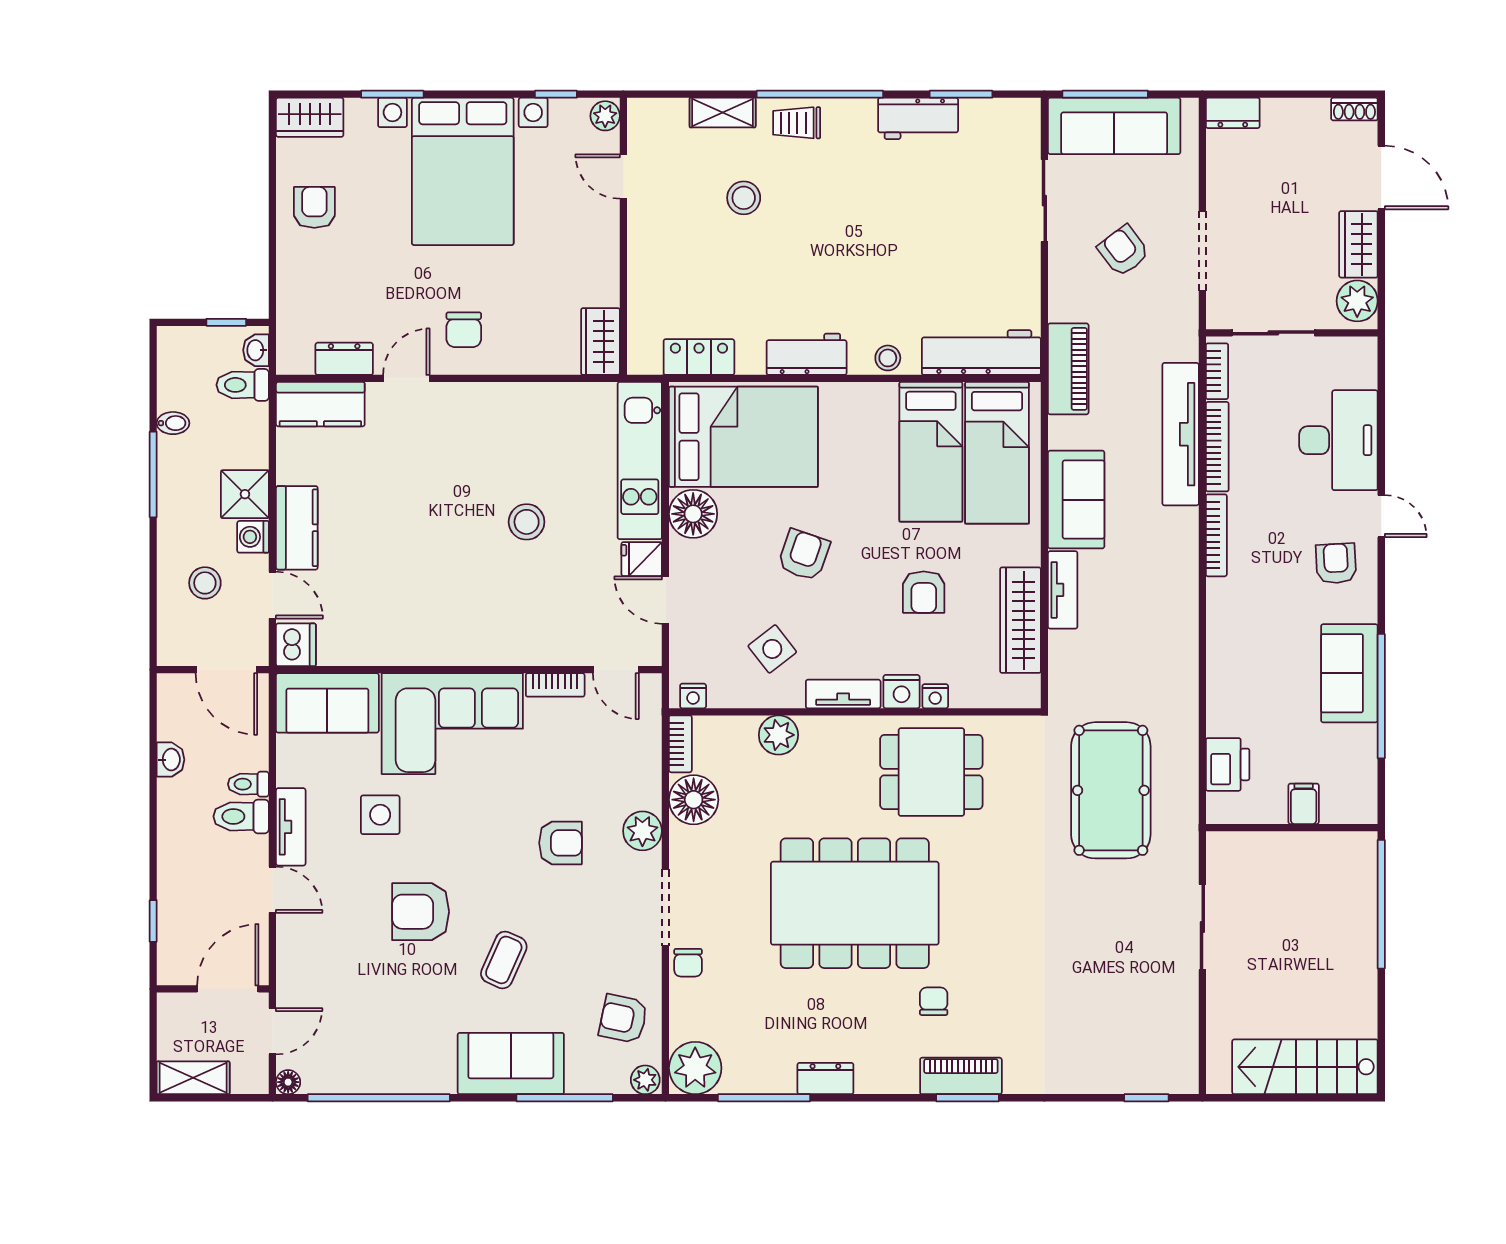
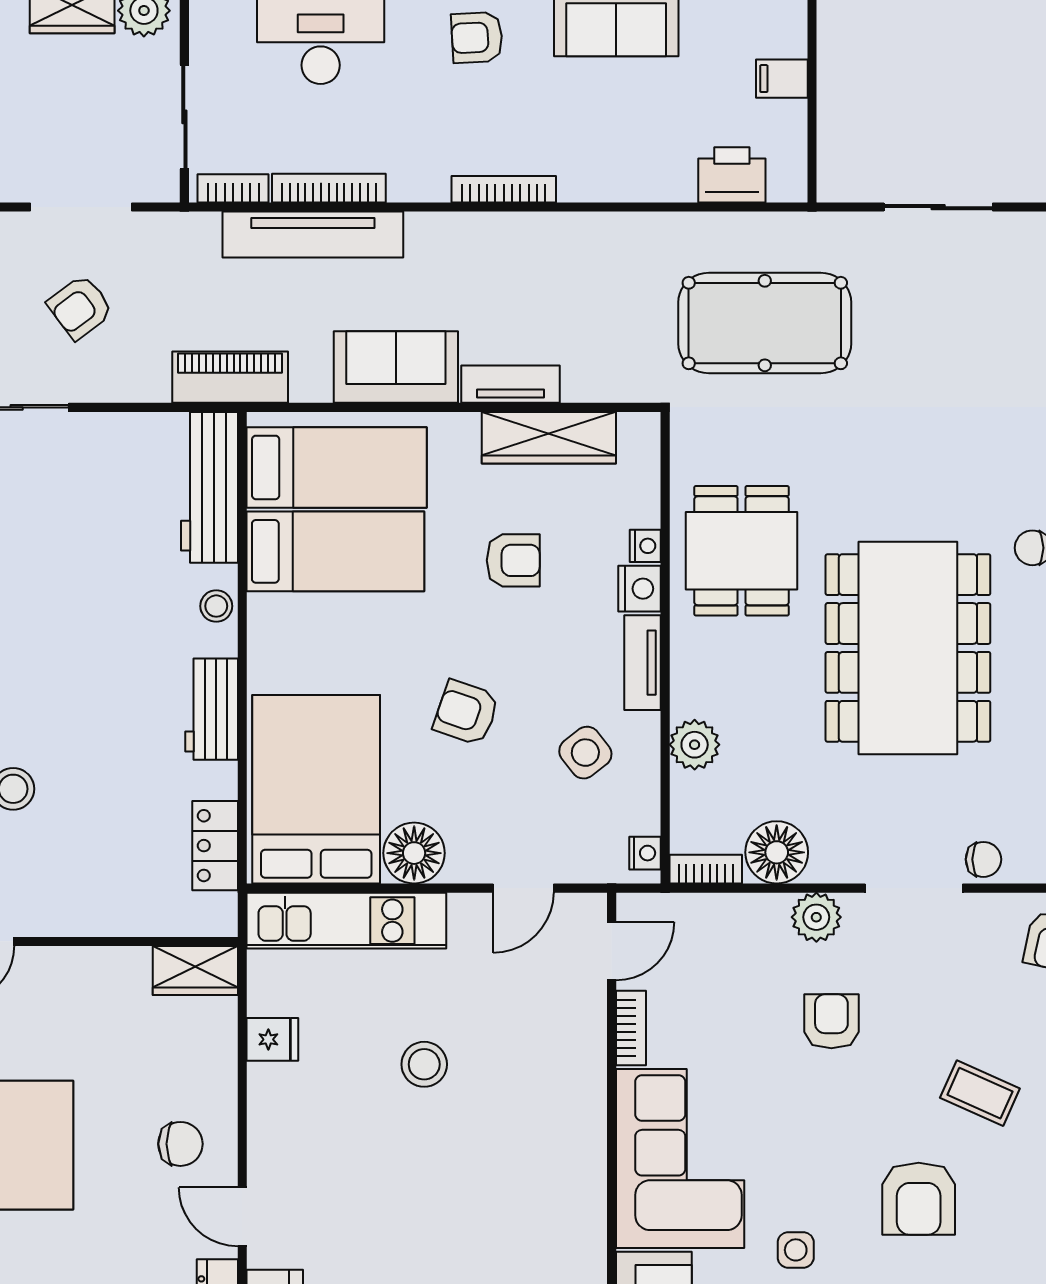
bookcase: (1216, 535) -> (504, 189), moved
fridge: (642, 559) -> (272, 1039), moved, turned -90
side table: (380, 815) -> (796, 1250), width x0.73, depth x0.73

